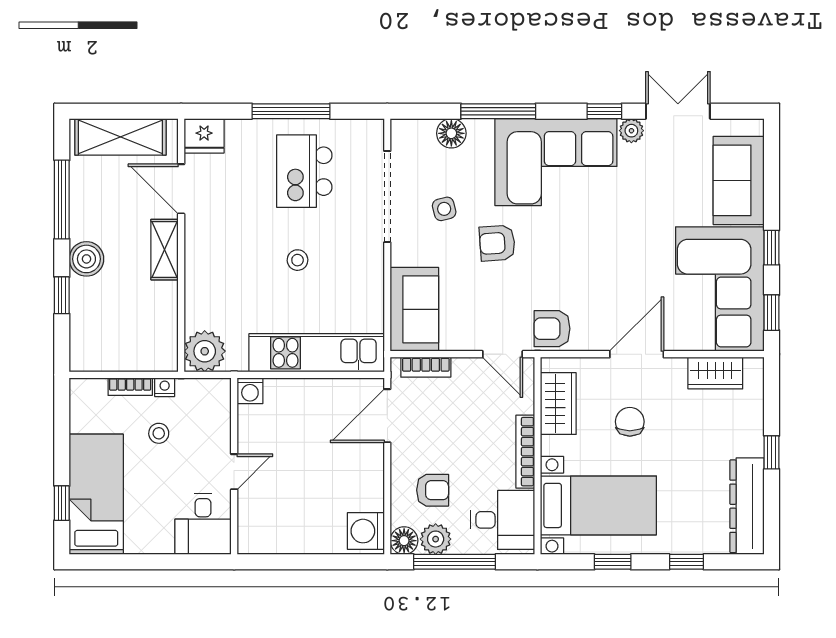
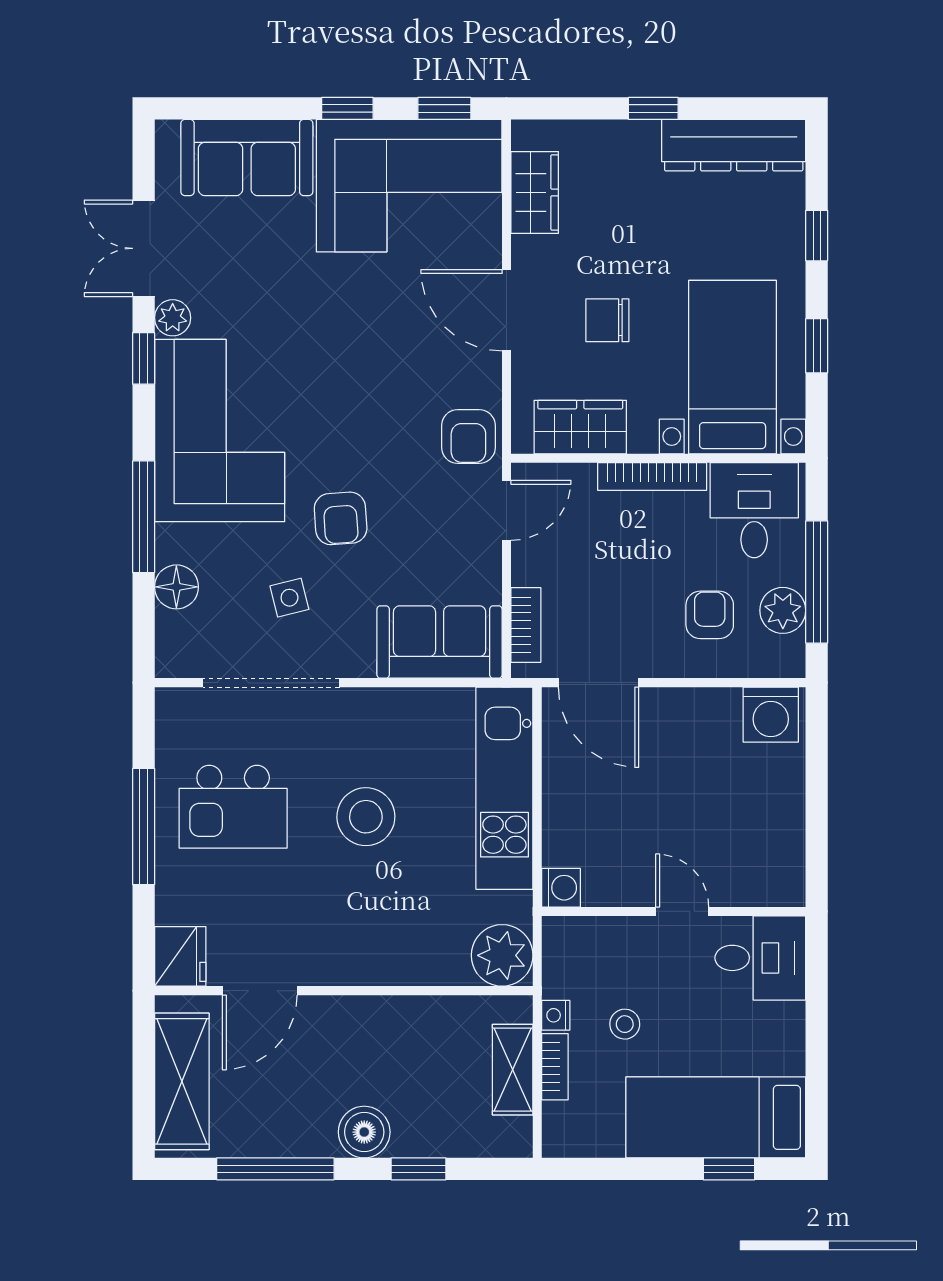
shelving: (165, 250) -> (513, 1070), moved, turned 90
stool: (298, 260) -> (366, 817), width x1.89, depth x1.89
floor lamp: (404, 541) -> (785, 658), removed

